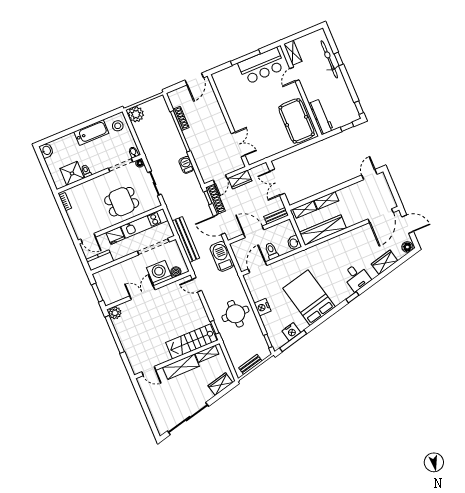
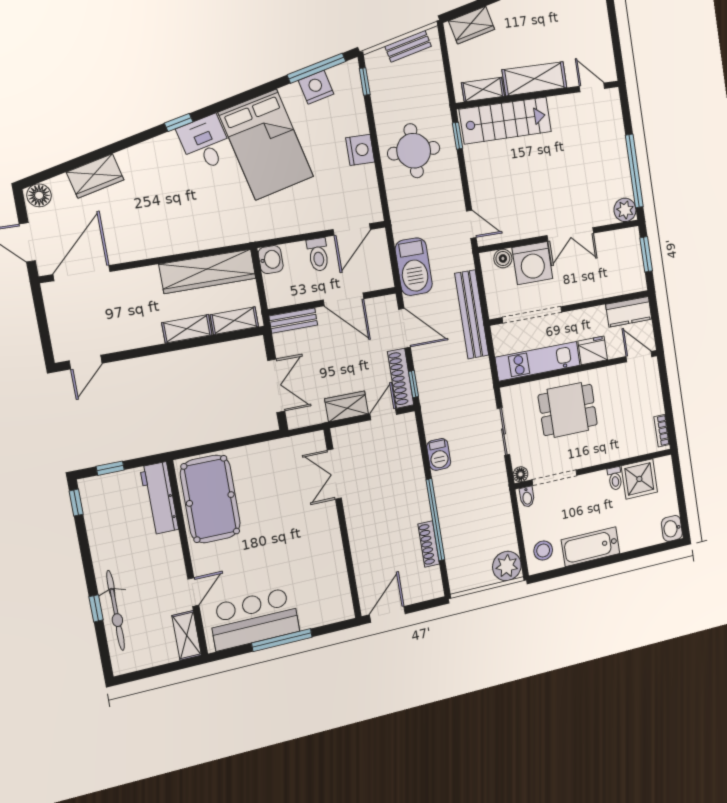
desk: (356, 277) -> (205, 143), moved

